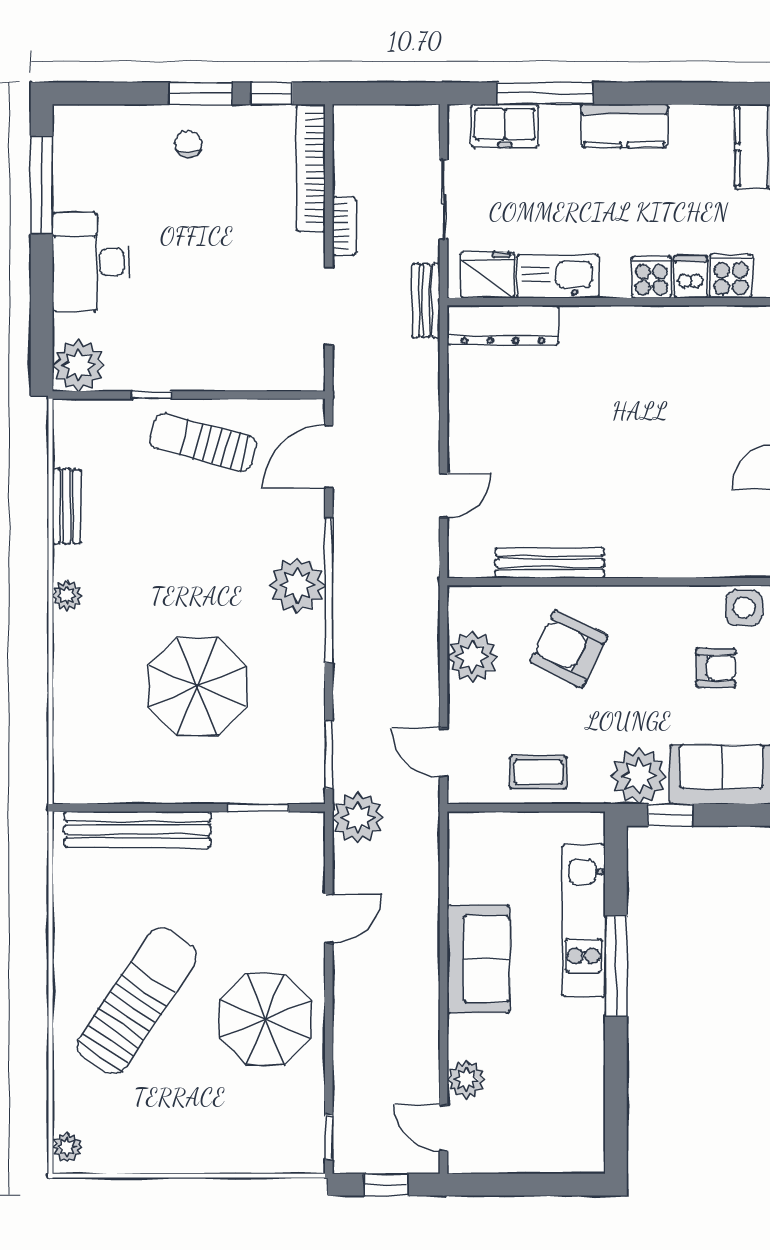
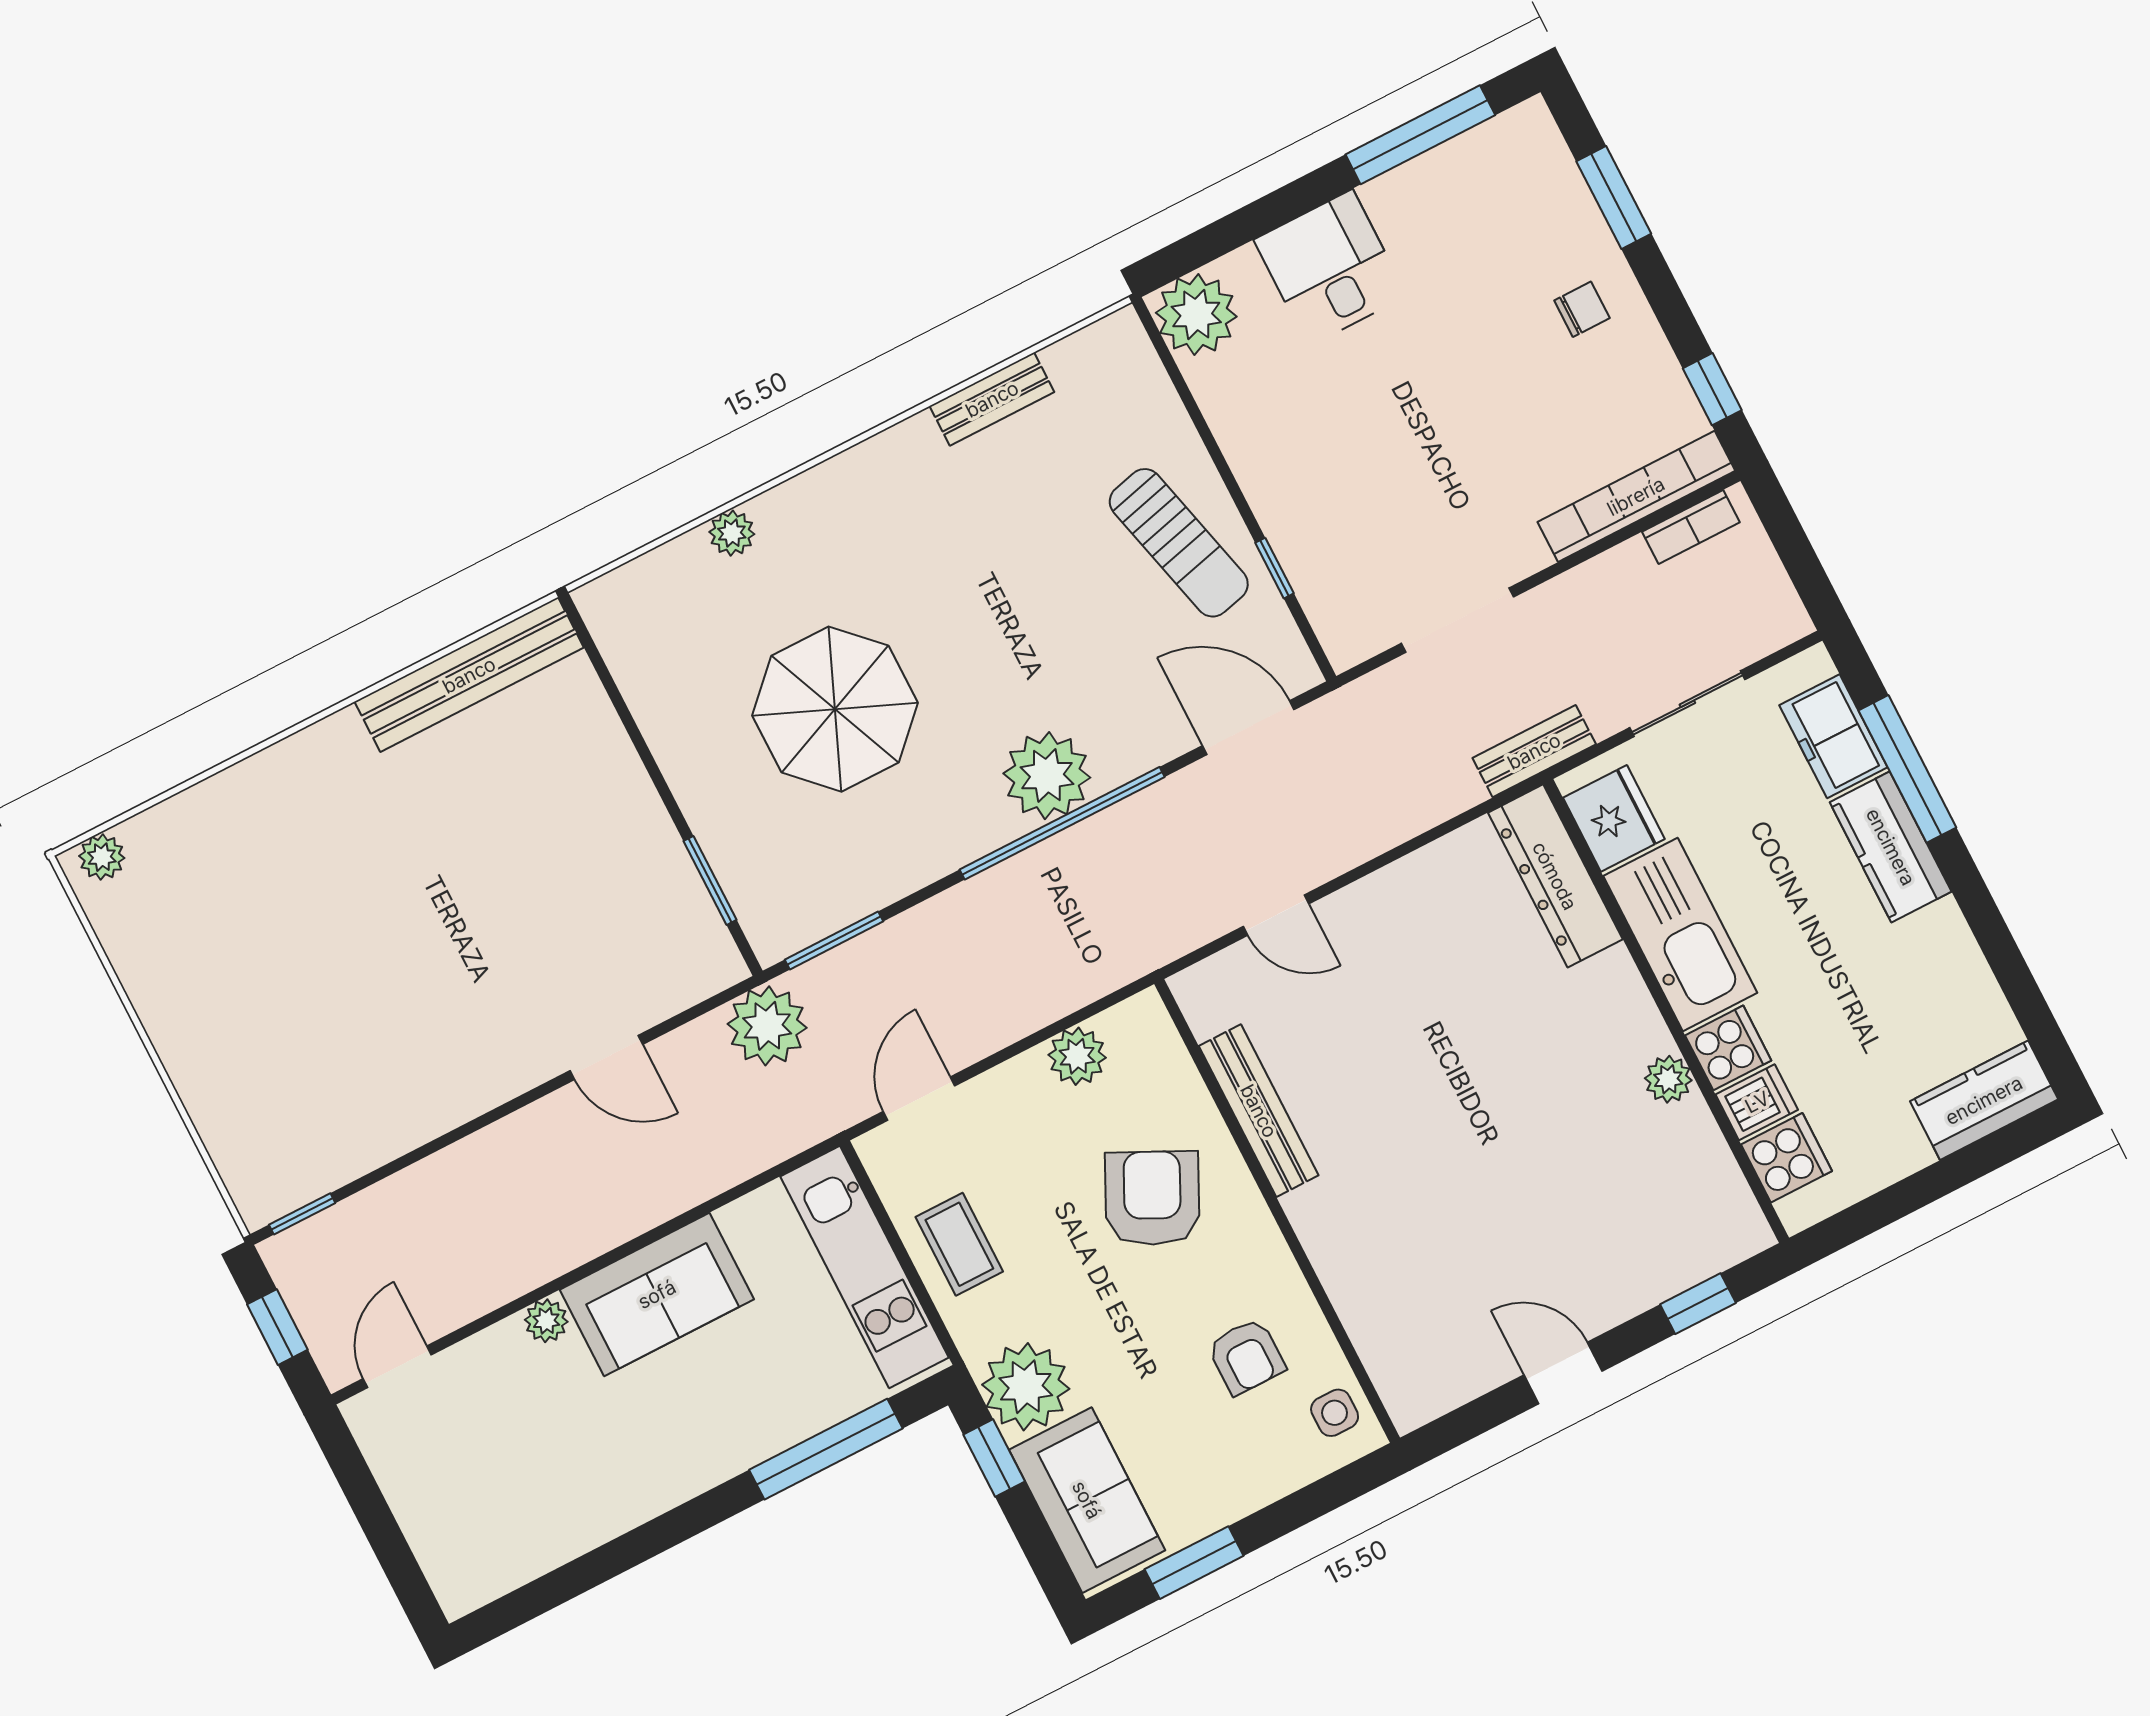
window: (201, 93) -> (1614, 198), moved
kitchen counter: (624, 126) -> (1891, 847), moved
bookcase: (344, 226) -> (1691, 527), moved
desk: (91, 262) -> (1330, 268), width x0.73
kitchen sink: (558, 276) -> (1680, 934), width x1.36, depth x1.24
plant: (652, 320) -> (1668, 1079), added
window: (151, 395) -> (1275, 568), moved
sun lounger: (203, 442) -> (1179, 543), turned 151
plant: (67, 596) -> (732, 533), moved
side table: (744, 608) -> (1335, 1413), width x0.73, depth x0.73
plant: (472, 657) -> (1077, 1056), width x0.73, depth x0.73
armchair: (716, 668) -> (1246, 1356), moved
bench: (138, 830) -> (469, 675), moved, turned 90
kitchen unit: (584, 920) -> (864, 1267), moved, turned -90
window: (616, 966) -> (826, 1449), moved
sun lounger: (137, 1001) -> (355, 850), removed
parasol: (265, 1019) -> (421, 1041), removed
plant: (466, 1079) -> (546, 1321), moved, width x0.73, depth x0.73

